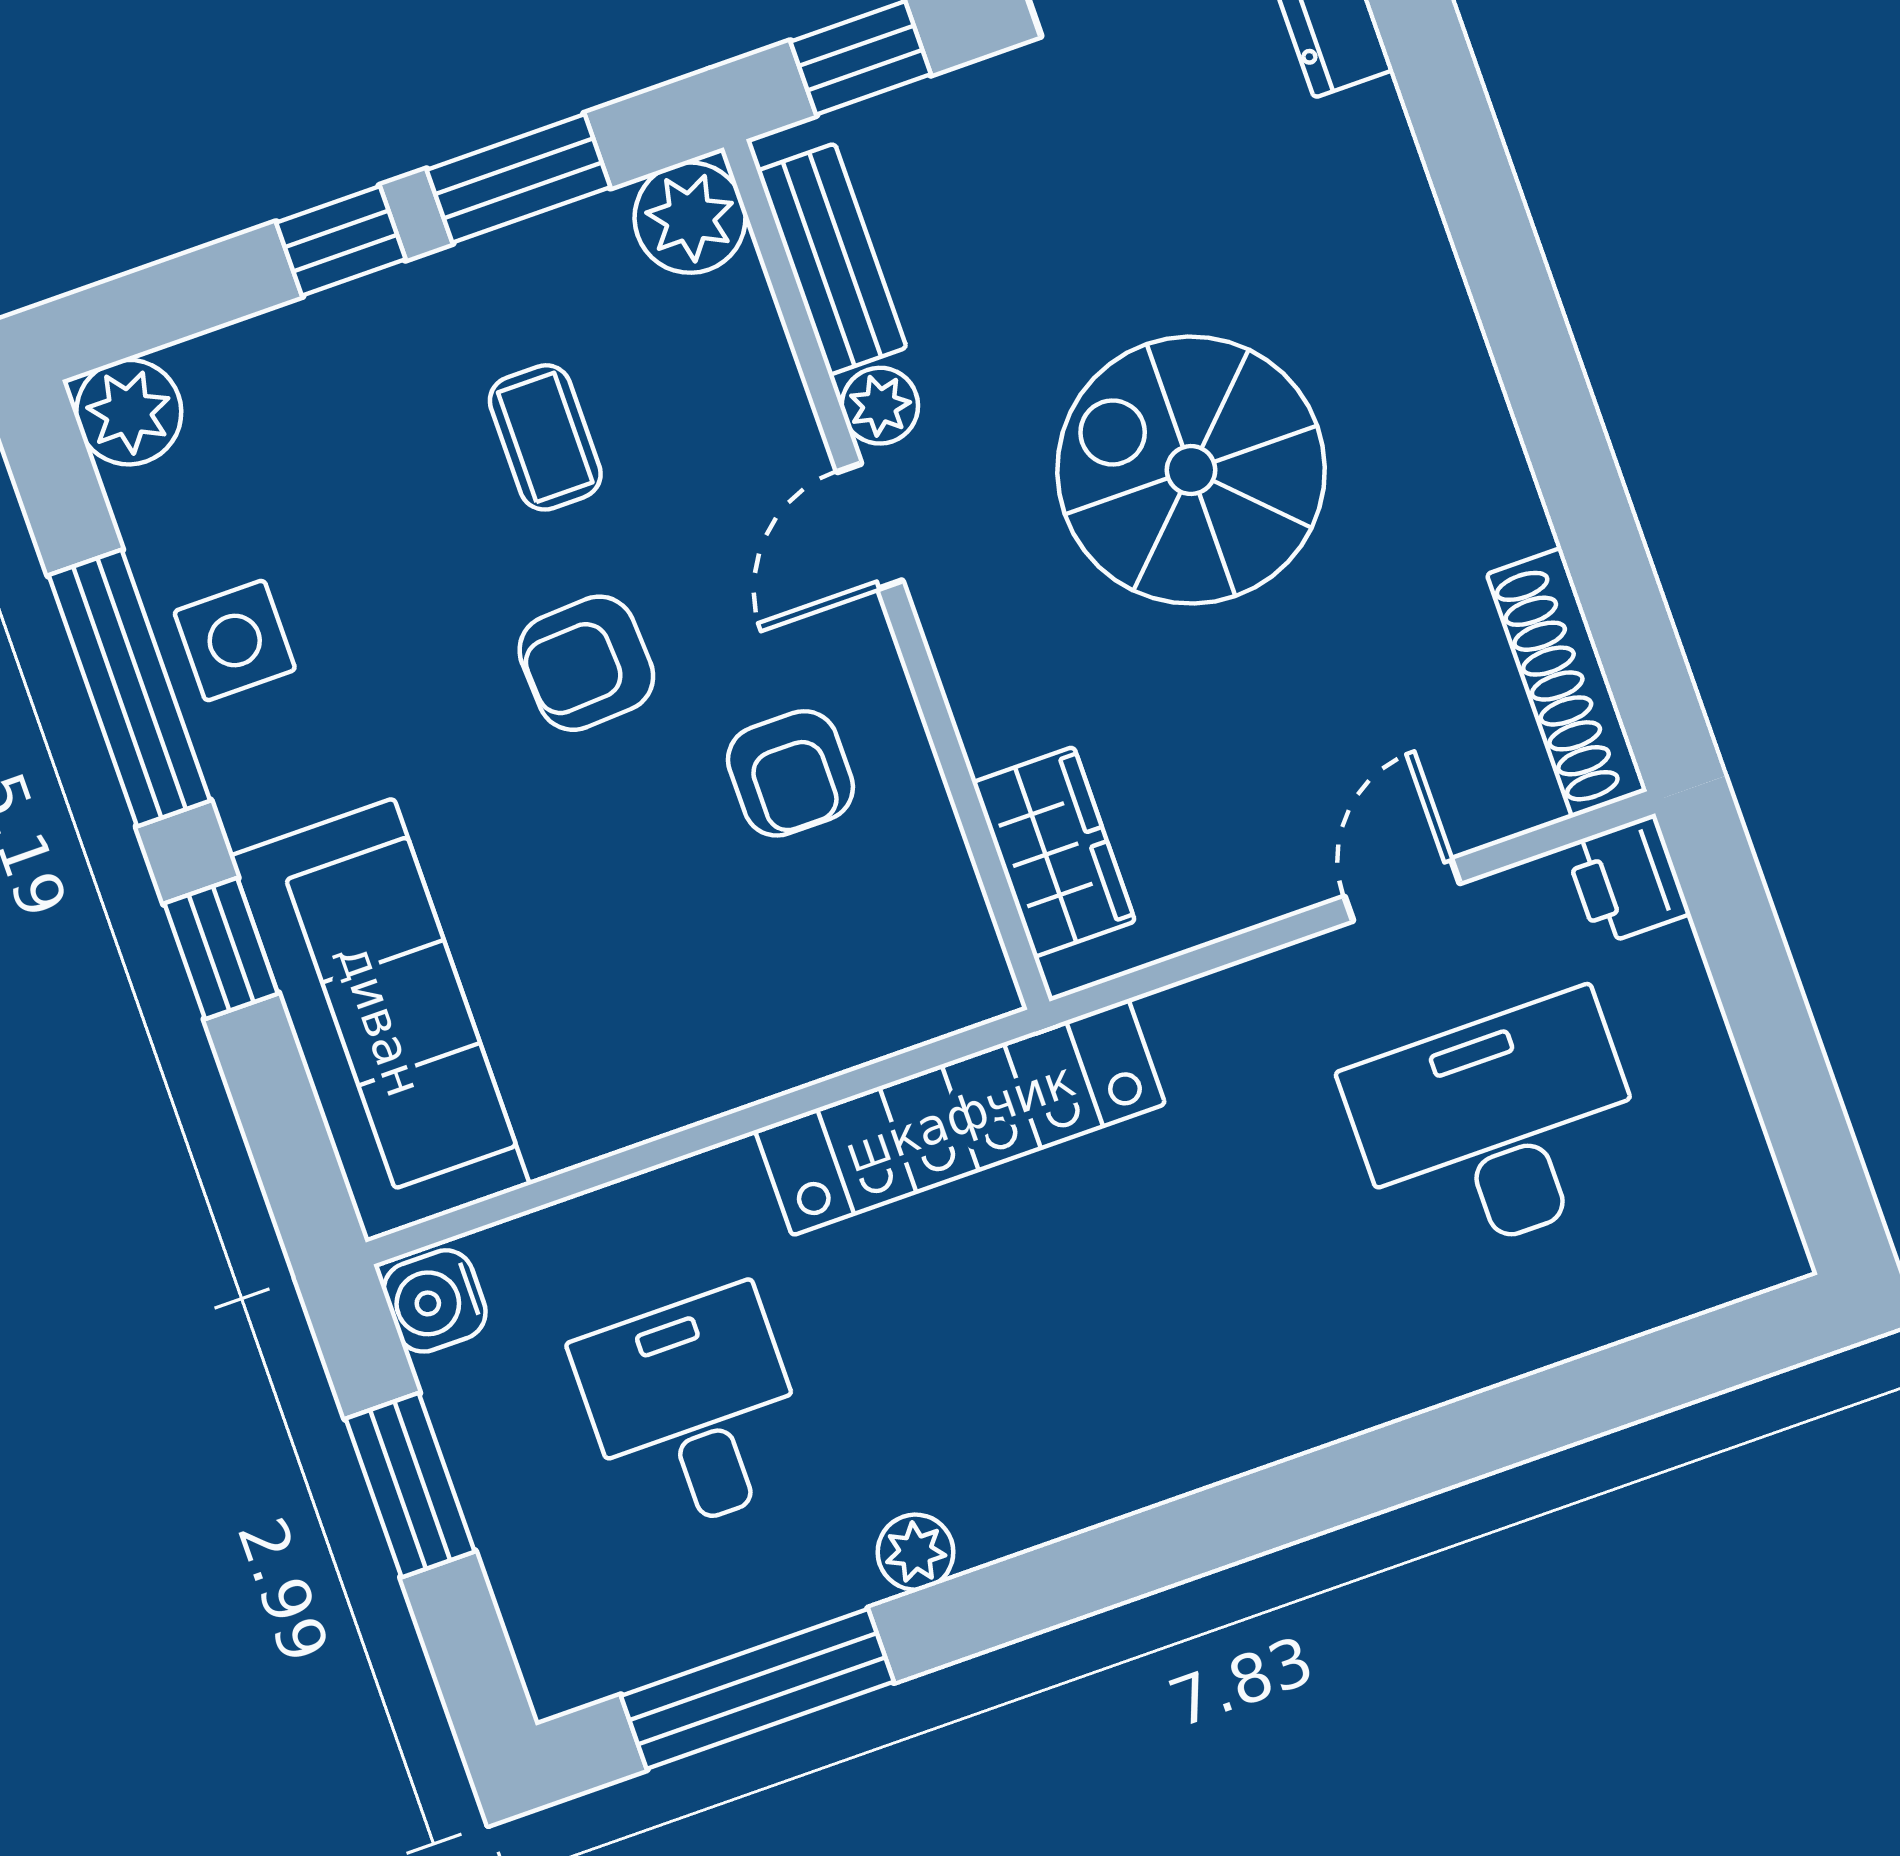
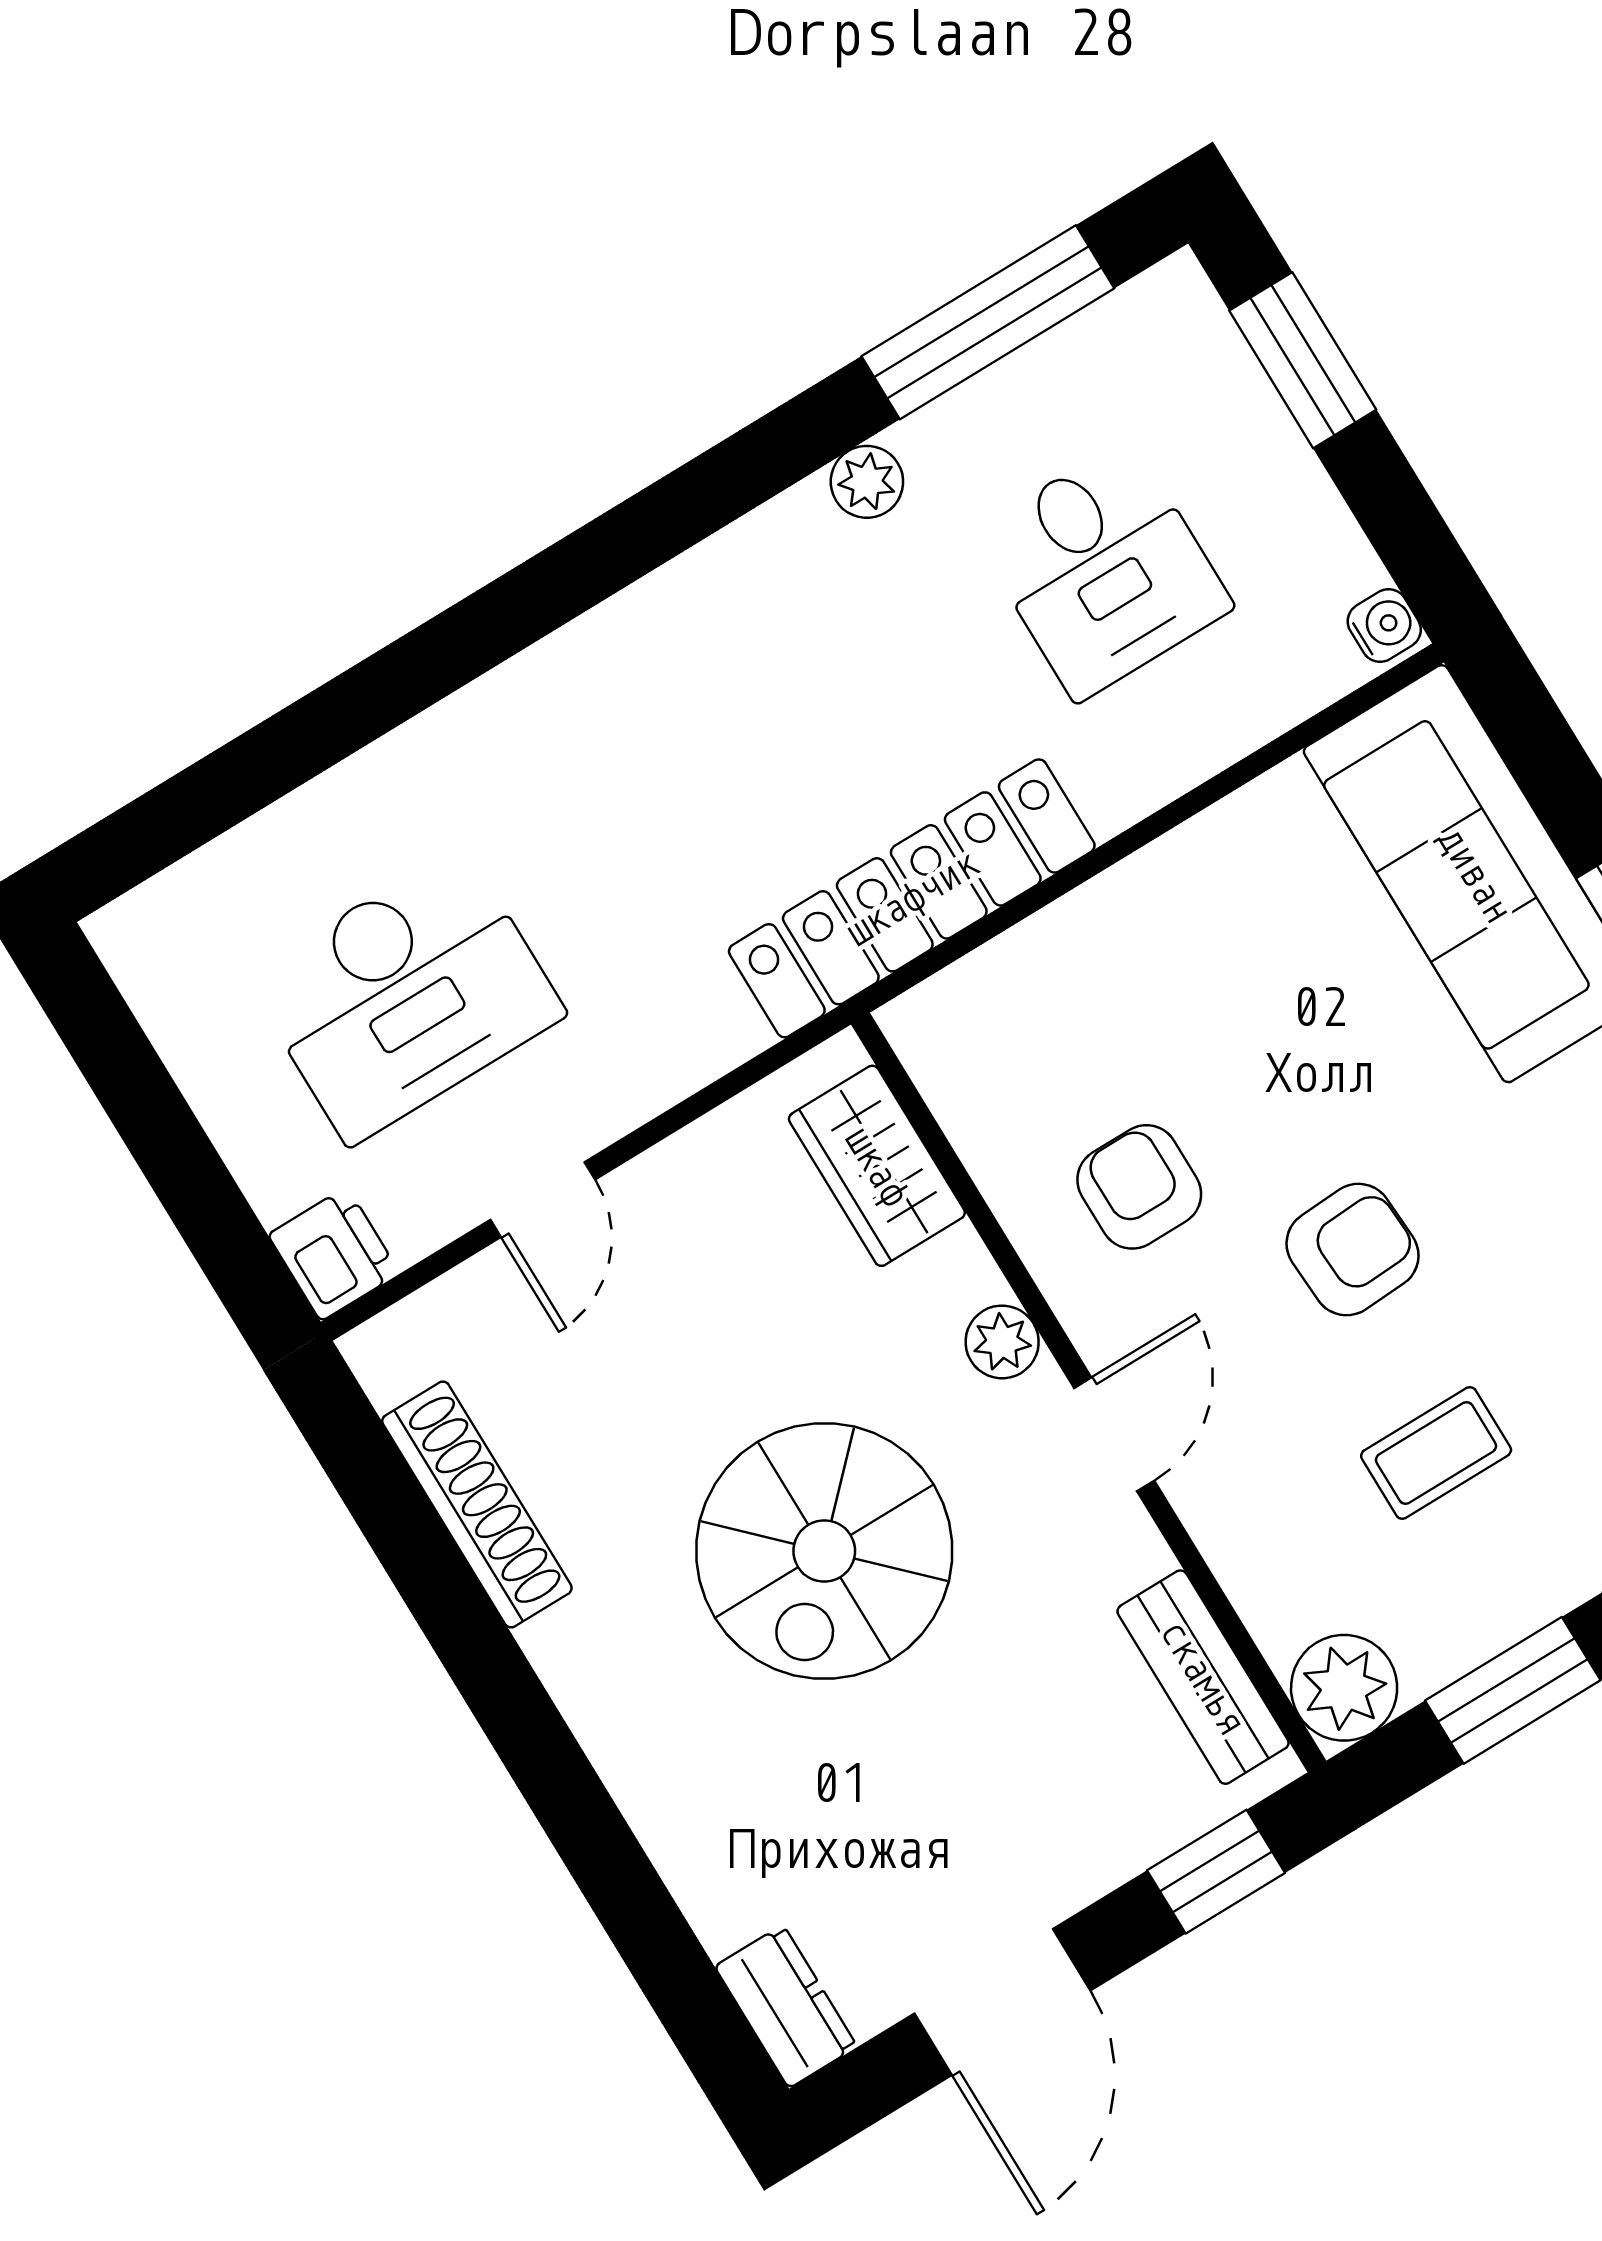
plant: (880, 406) -> (1002, 1342), moved
coffee table: (545, 437) -> (1436, 1453), turned 90
spiral stairs: (1191, 470) -> (824, 1551), turned 90
shoe rack: (1567, 683) -> (477, 1505), moved
water cooler: (435, 1301) -> (1384, 626), width x0.72, depth x0.72
window: (410, 1485) -> (1303, 360), moved

